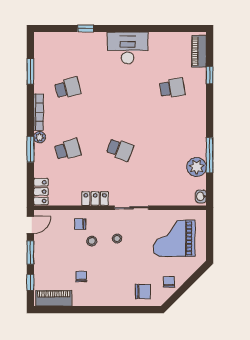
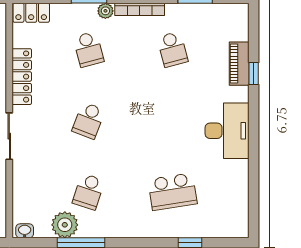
piano: (199, 51) -> (239, 64), moved, turned -90
school desk: (172, 88) -> (172, 192), width x1.85
school desk: (172, 150) -> (89, 192), added
locker: (95, 199) -> (22, 77), width x1.53

